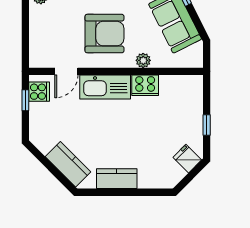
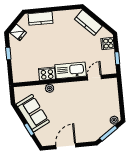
armchair: (104, 34) -> (74, 102), removed
cooker: (39, 92) -> (108, 43), moved
kitchen counter: (117, 179) -> (41, 18), moved

